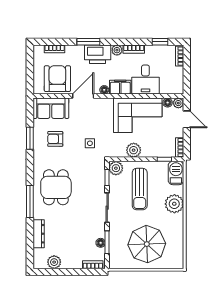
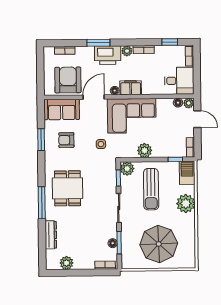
desk: (145, 80) -> (179, 81), moved, turned -90
corner sofa: (138, 115) -> (132, 116), moved

